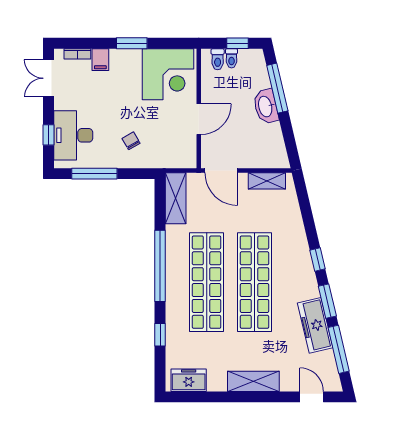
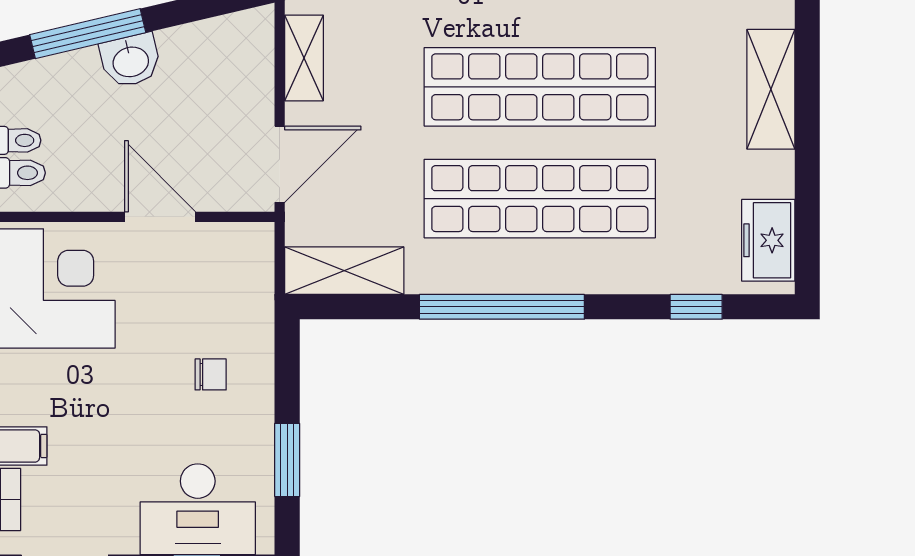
washbasin: (266, 106) -> (130, 61), width x0.72
chair: (131, 141) -> (211, 374), turned -150
window: (94, 174) -> (287, 460), width x0.69
window: (160, 335) -> (696, 307), moved

